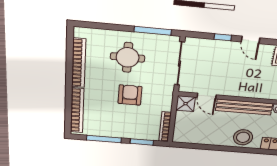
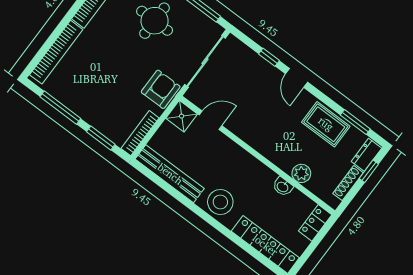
armchair: (130, 95) -> (161, 89), moved
door: (207, 96) -> (211, 120), swing flipped
bench: (244, 107) -> (170, 174), moved

